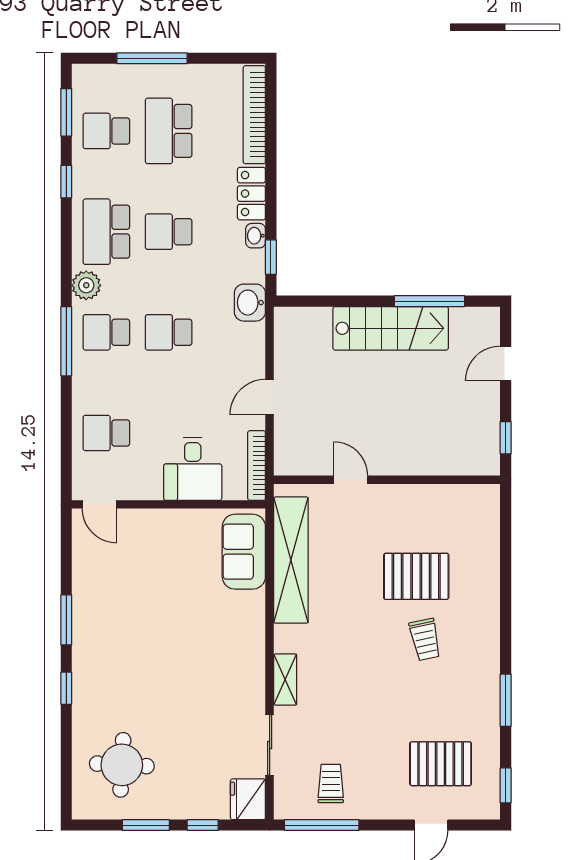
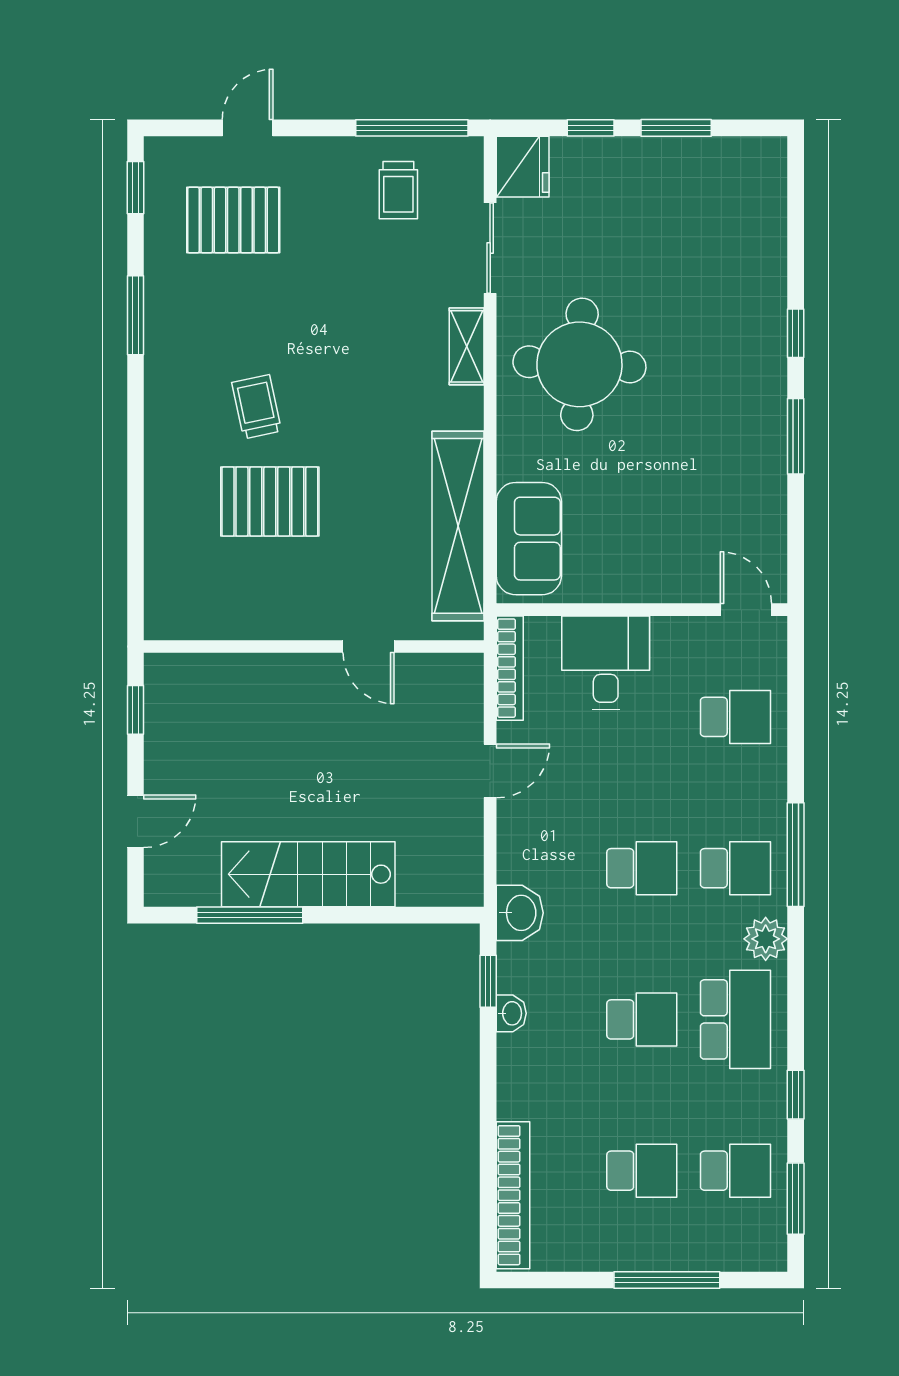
school desk: (169, 131) -> (642, 1171), width x0.54
locker: (251, 194) -> (517, 1077), removed
round table: (122, 765) -> (579, 364), moved, width x1.36, depth x1.36

